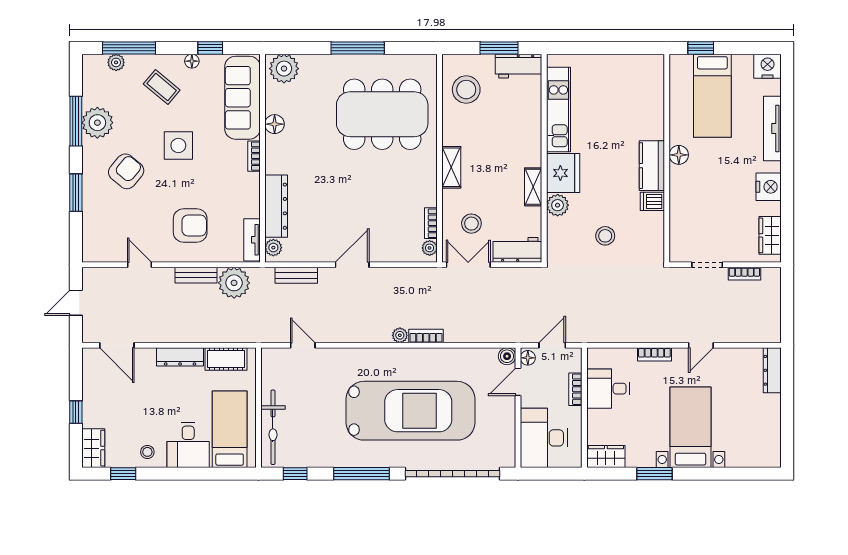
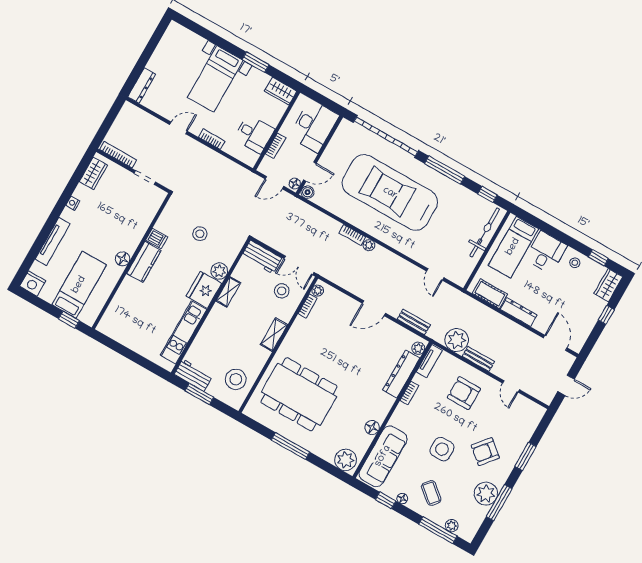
bookcase: (254, 156) -> (409, 393), moved
nightstand: (769, 187) -> (73, 203), width x0.53, depth x0.56
bookcase: (744, 274) -> (118, 155), width x1.56

